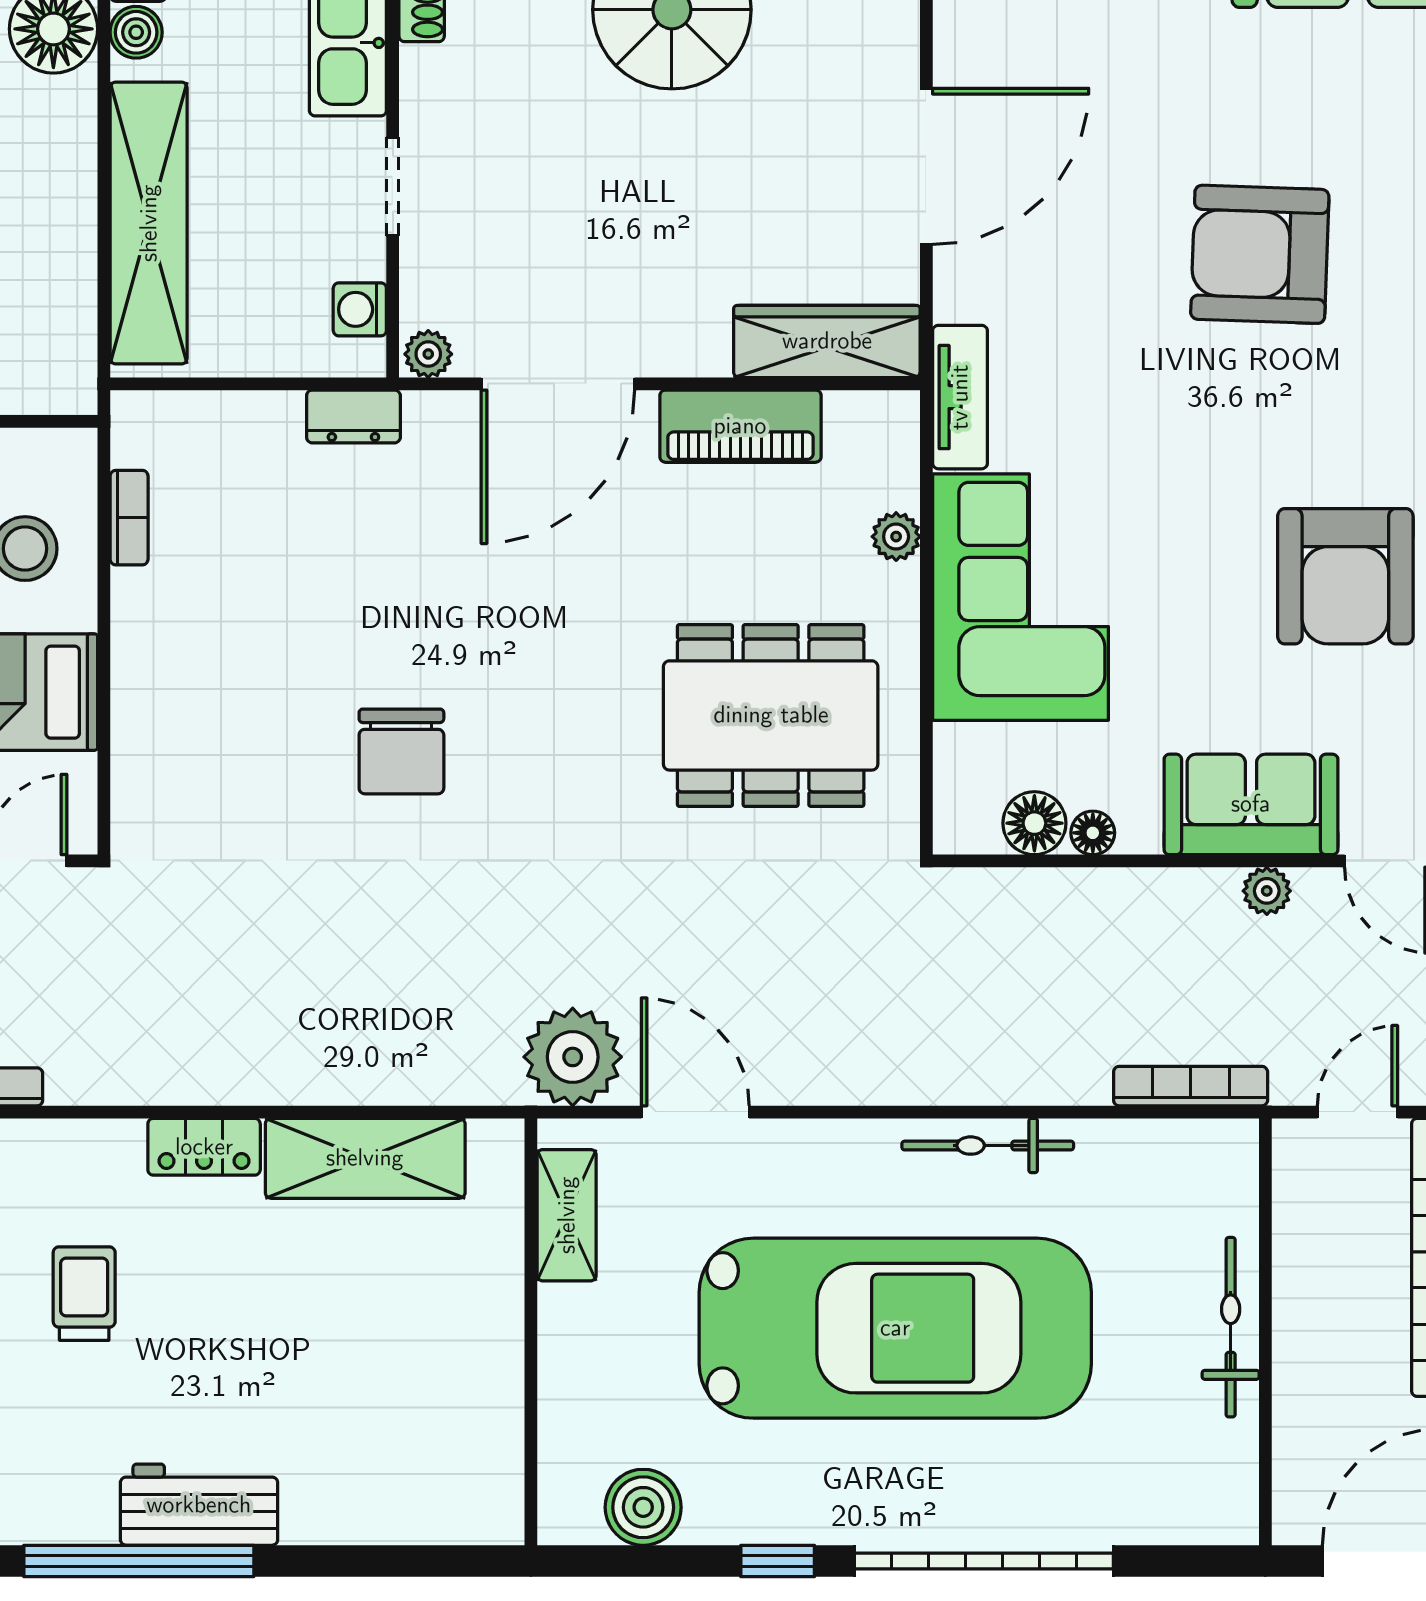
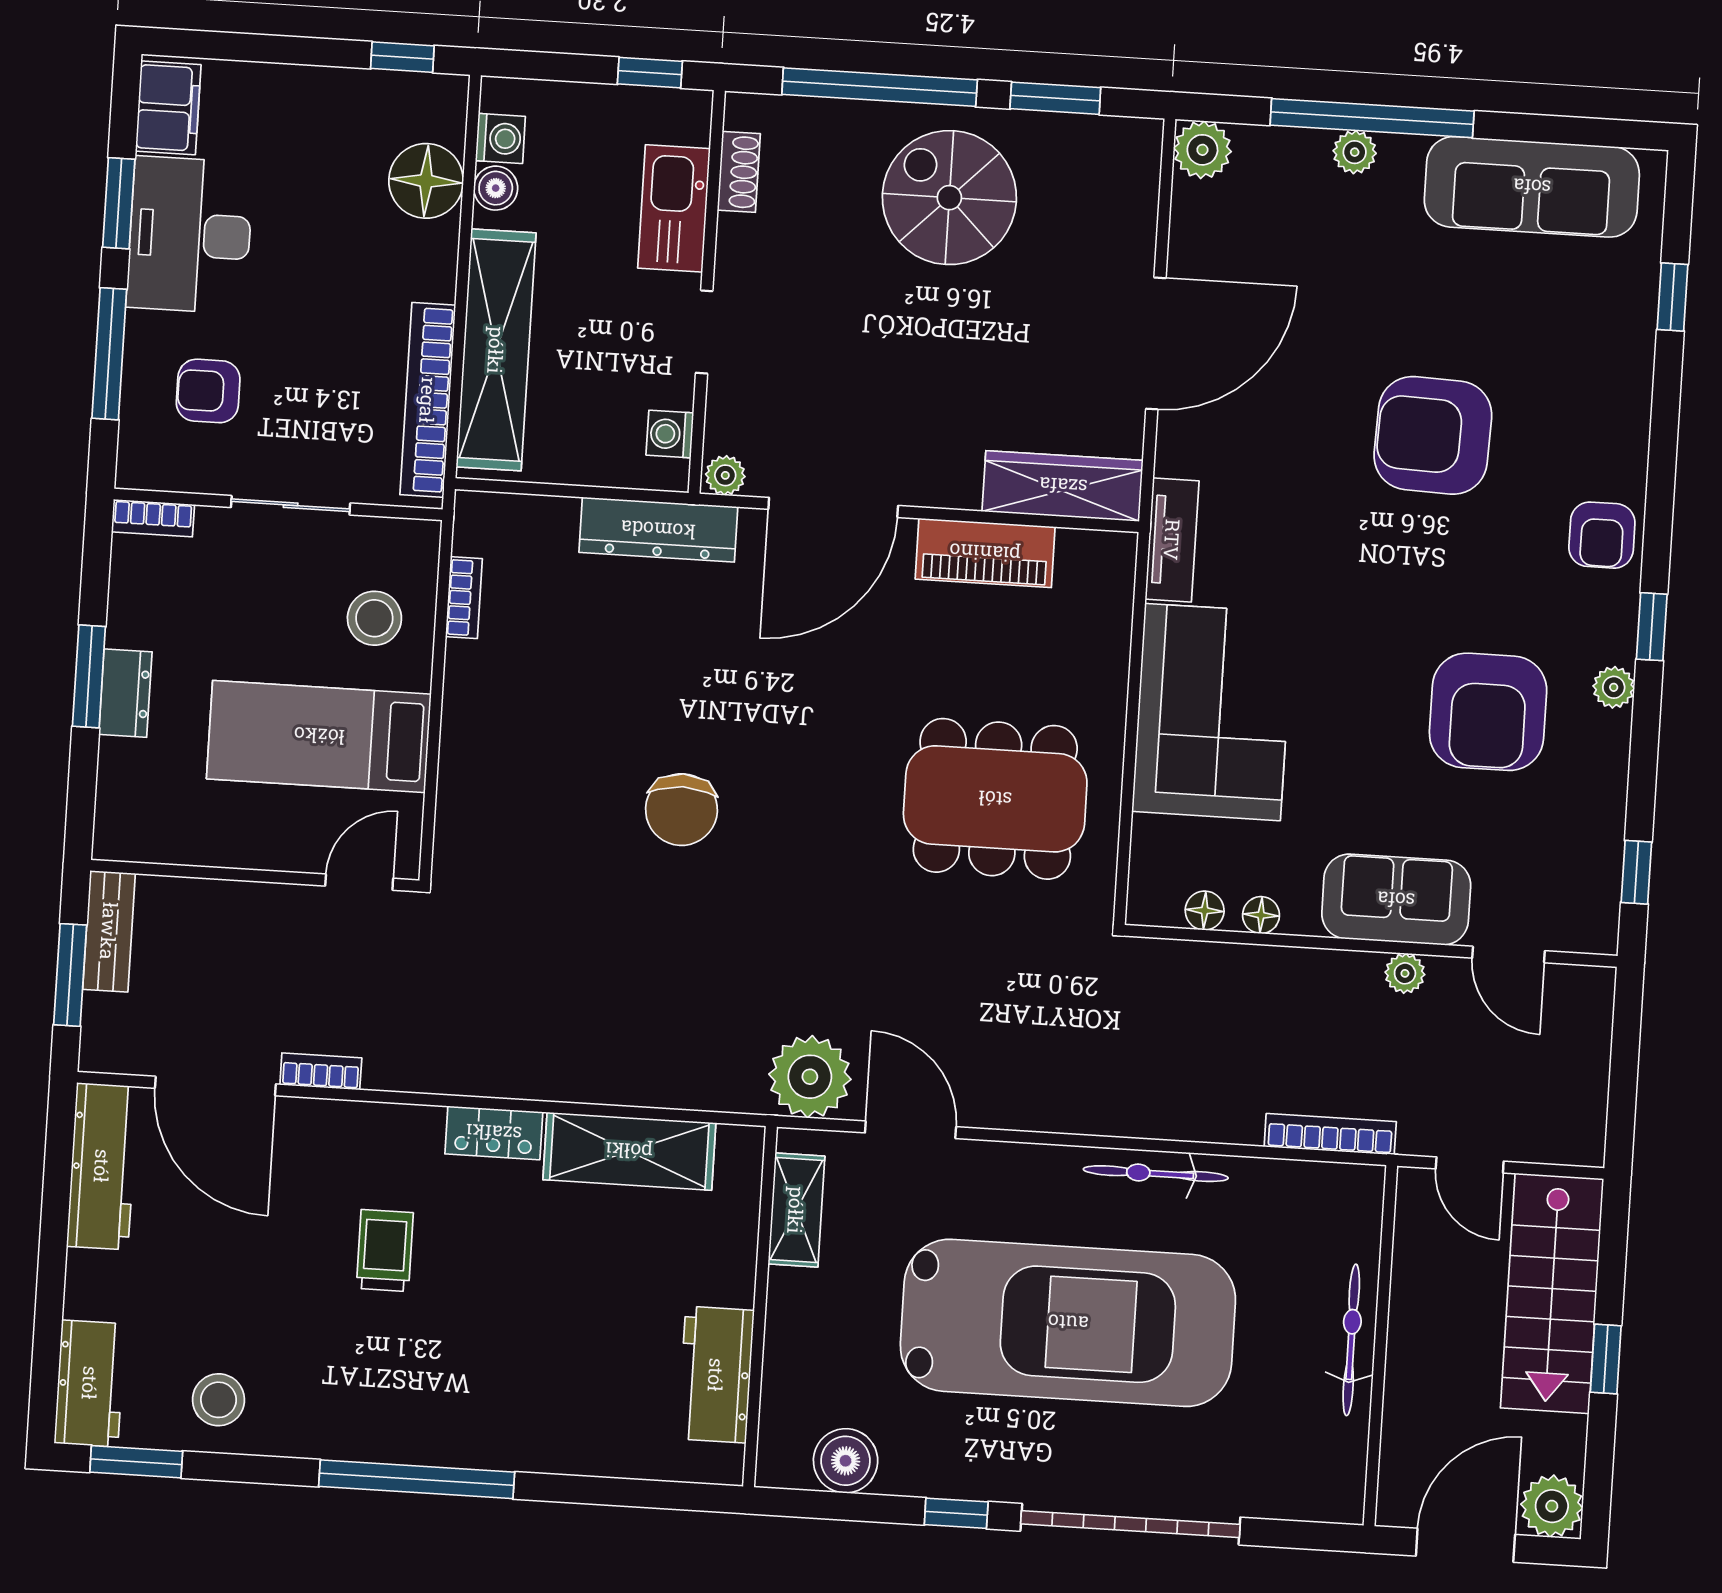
bookcase: (72, 287) -> (428, 400), added
dresser: (353, 416) -> (658, 530), width x1.96, depth x1.24
plant: (896, 537) -> (1111, 654), removed
floor lamp: (1034, 823) -> (1205, 911), width x0.73, depth x0.73
door: (1357, 1112) -> (1470, 1165), swing flipped
workbench: (199, 1505) -> (716, 1375), moved, turned -90

